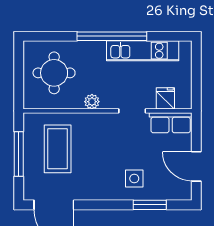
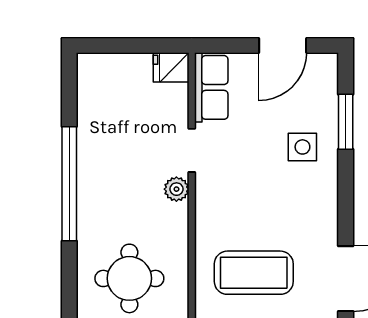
kitchen unit: (143, 51) -> (93, 133), removed
fridge: (165, 98) -> (171, 67), moved
plant: (92, 102) -> (176, 189), moved

